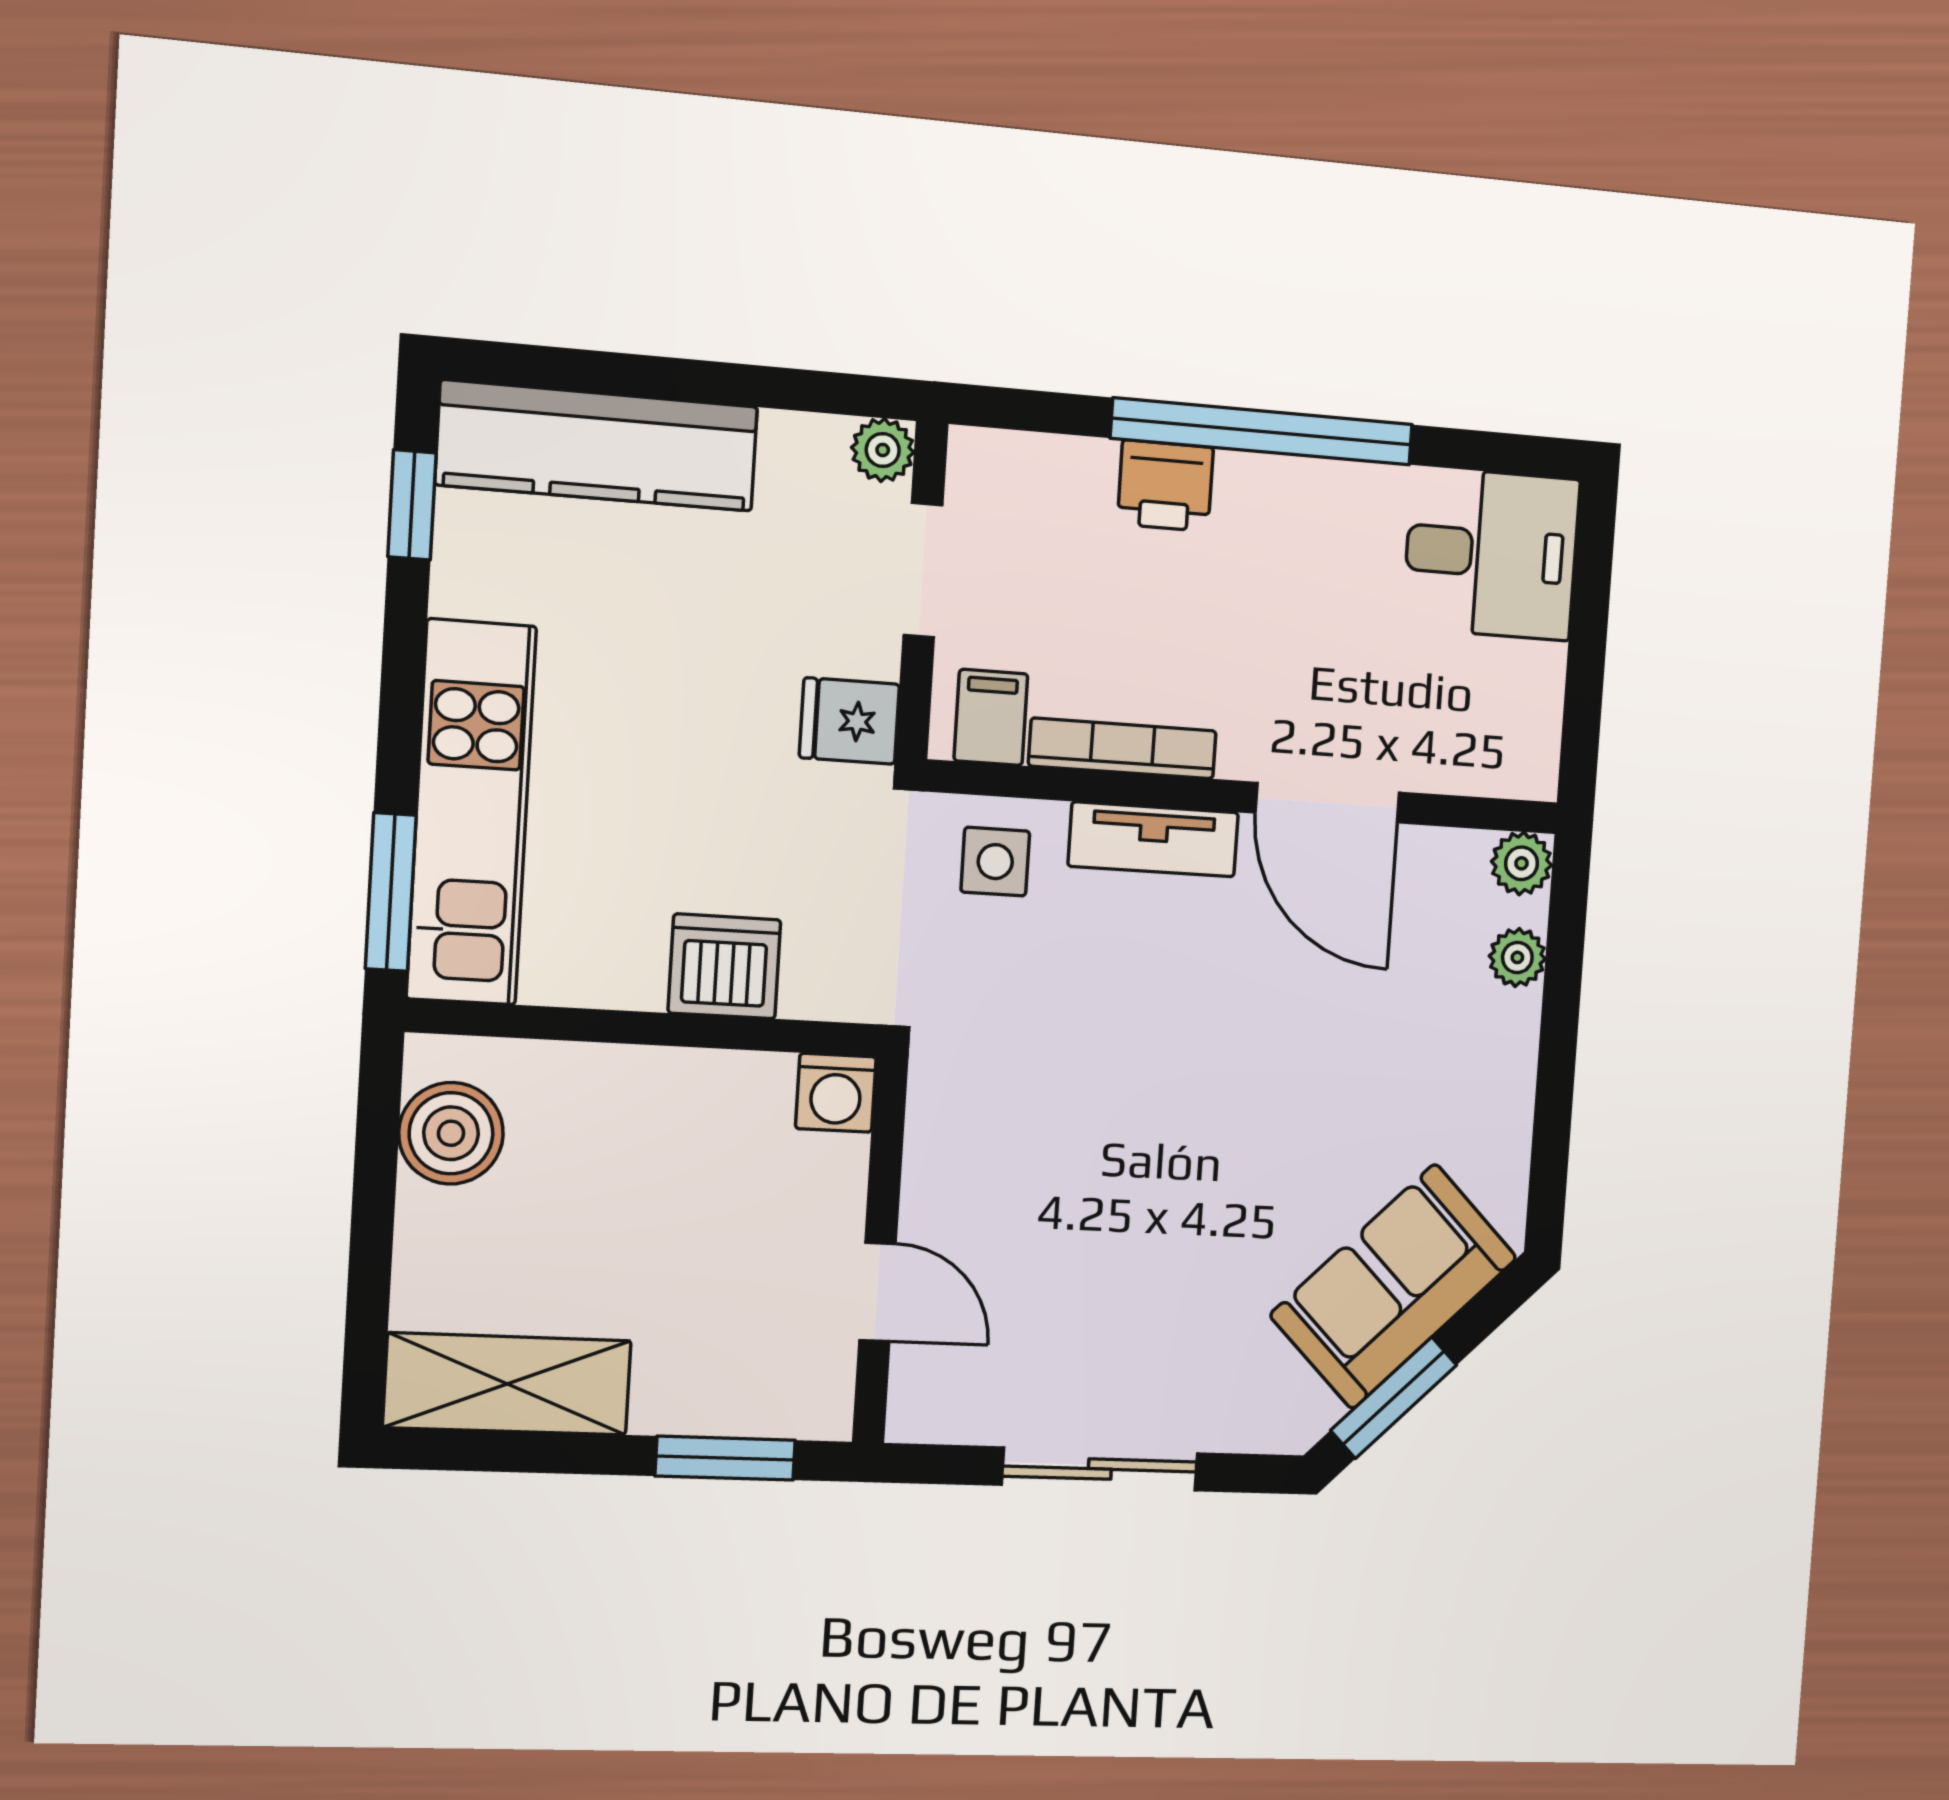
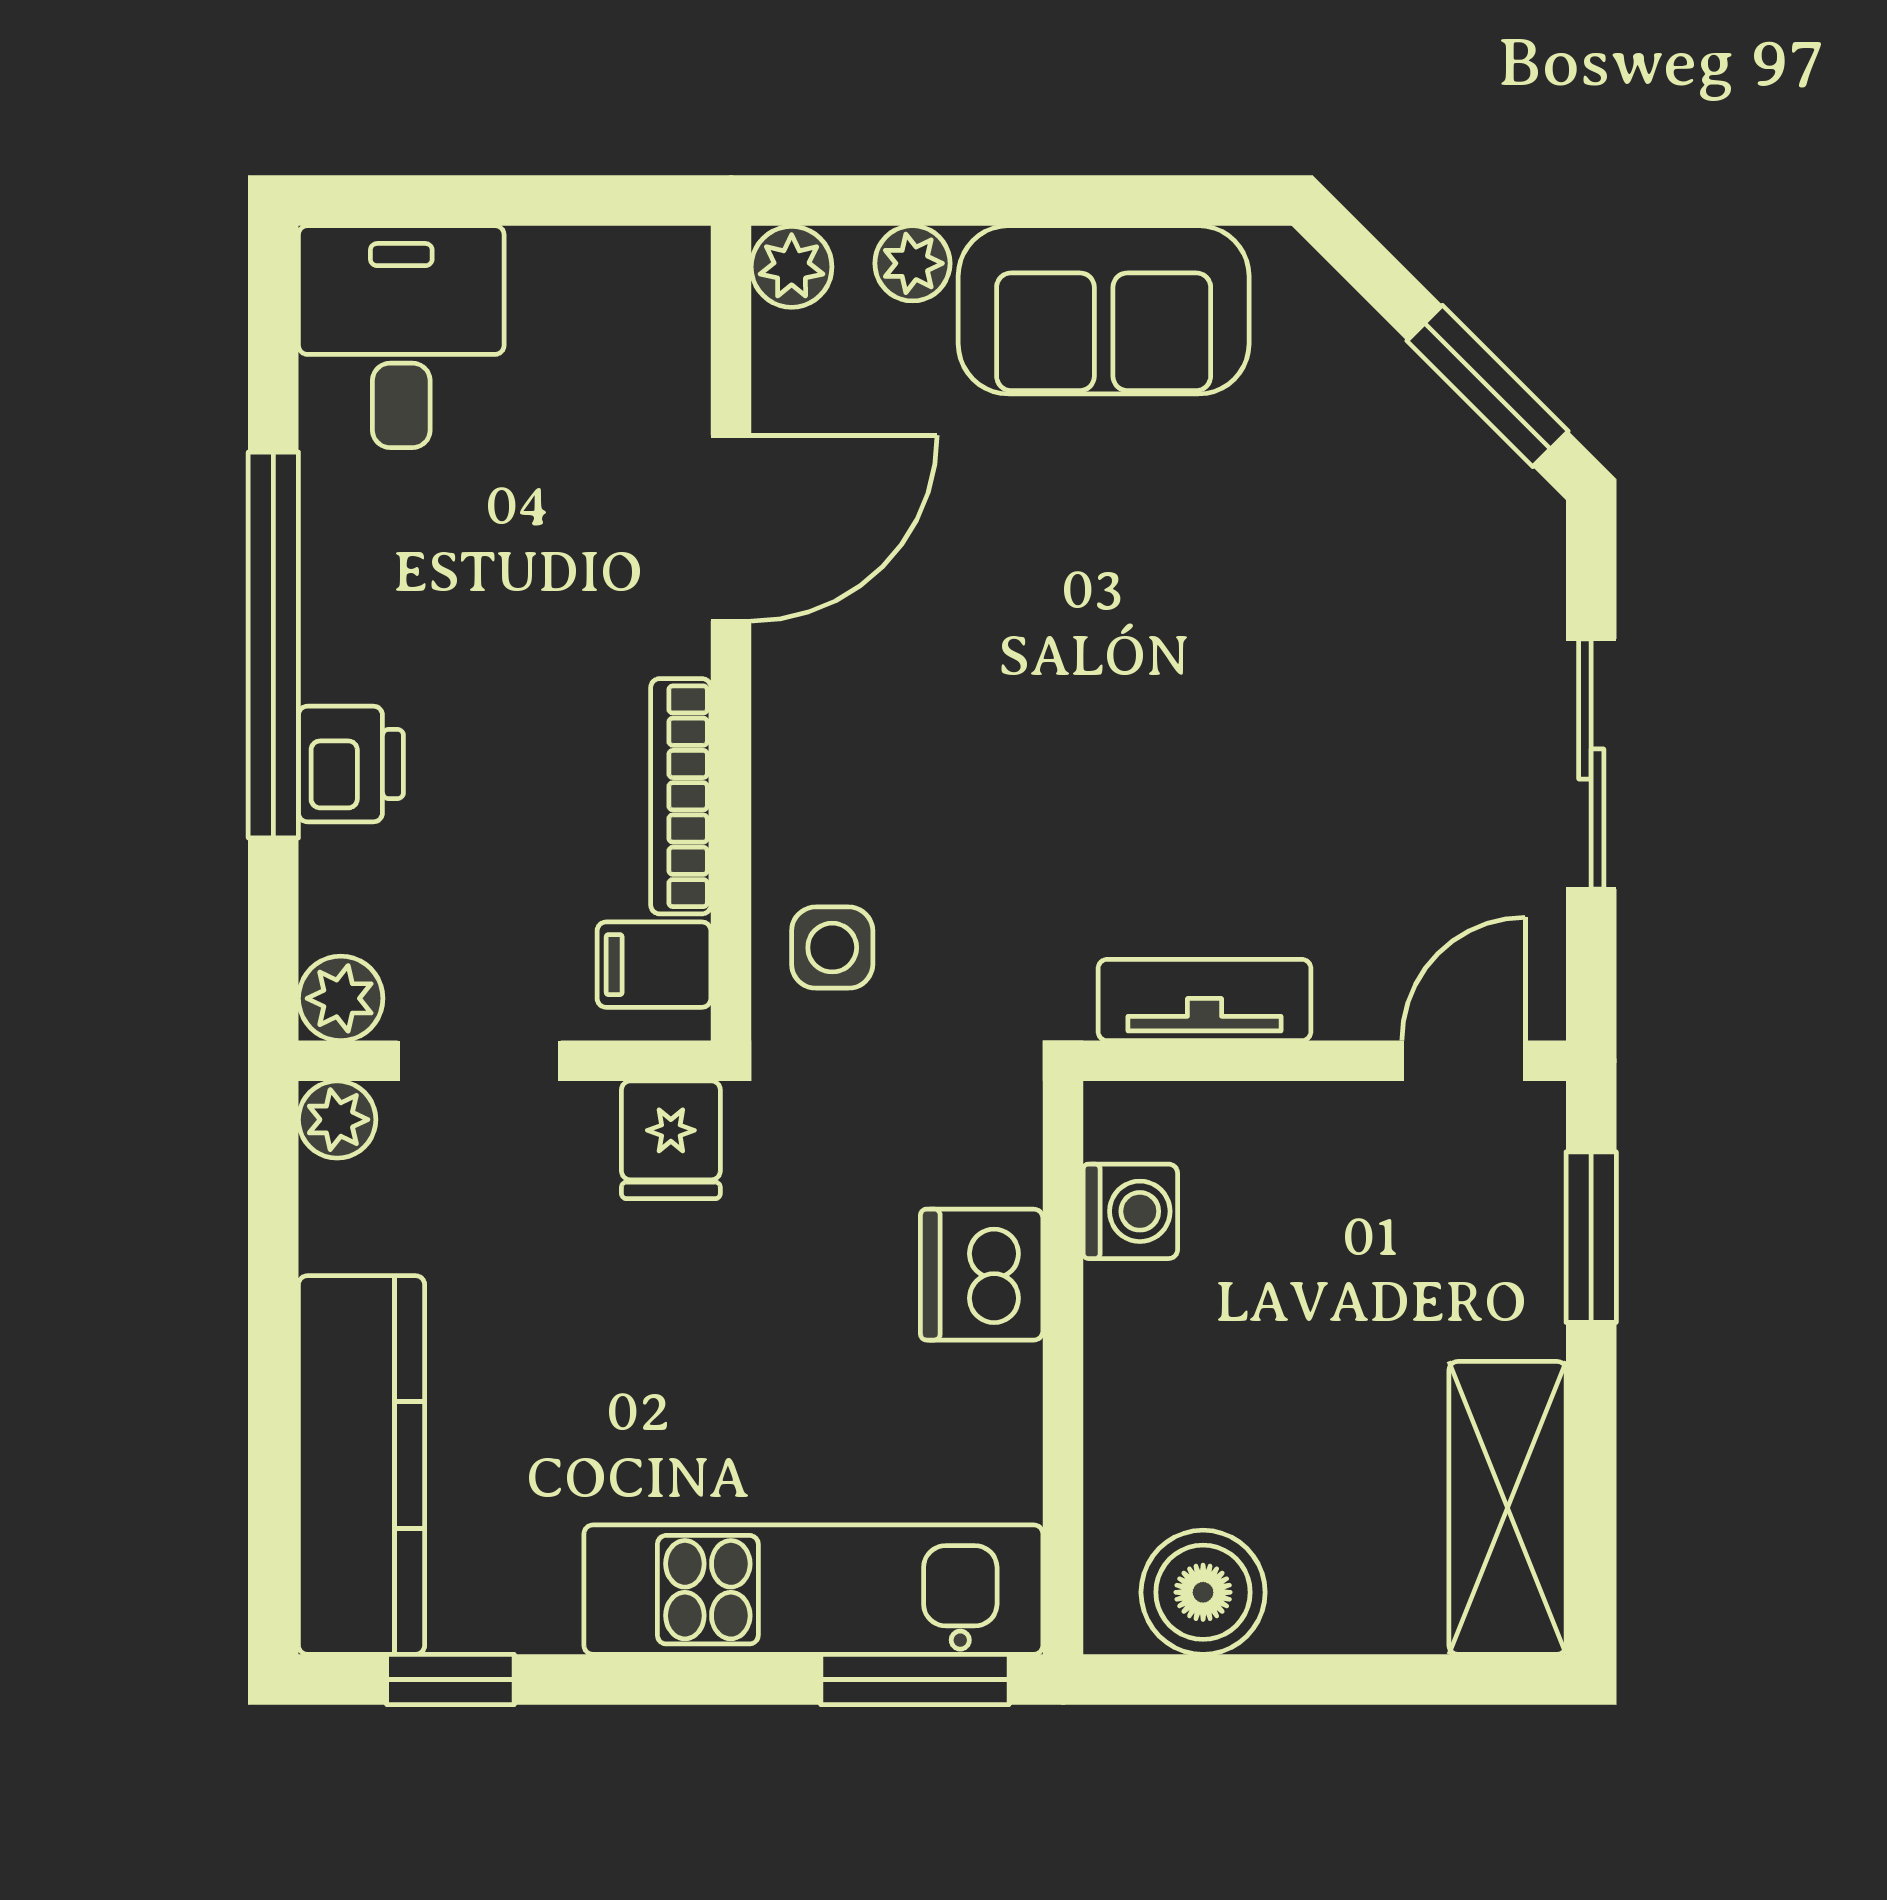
plant: (980, 461) -> (341, 998), added
tv unit: (1153, 839) -> (1205, 1000), moved, turned -90
washing machine: (836, 1093) -> (1130, 1211), moved
sofa: (1394, 1286) -> (1104, 310), moved, turned -45
door: (877, 1292) -> (1463, 1061), moved

